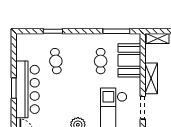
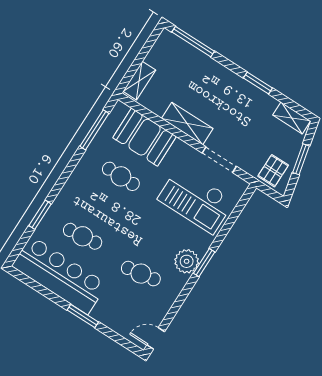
bar counter: (27, 89) -> (59, 275), moved
cafe table: (56, 105) -> (141, 274), added

